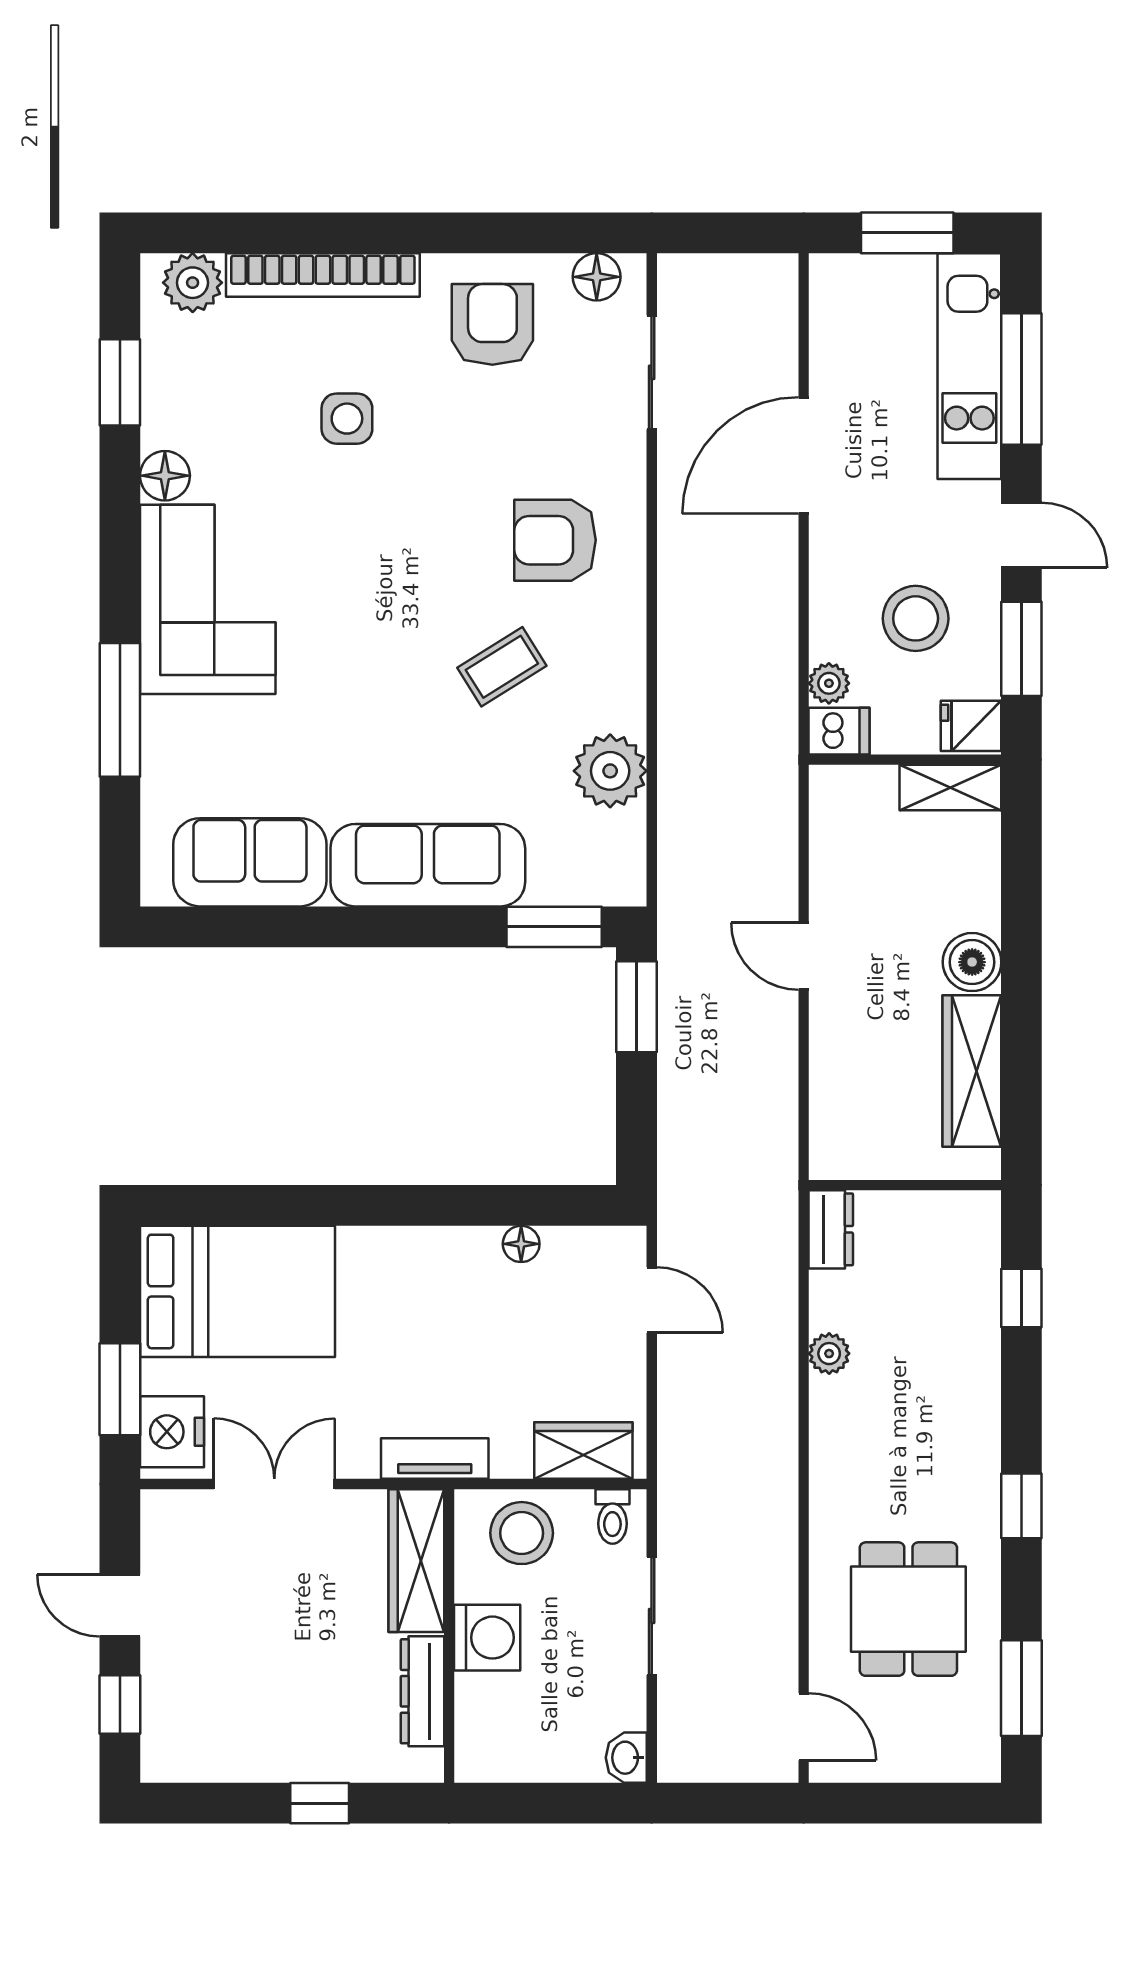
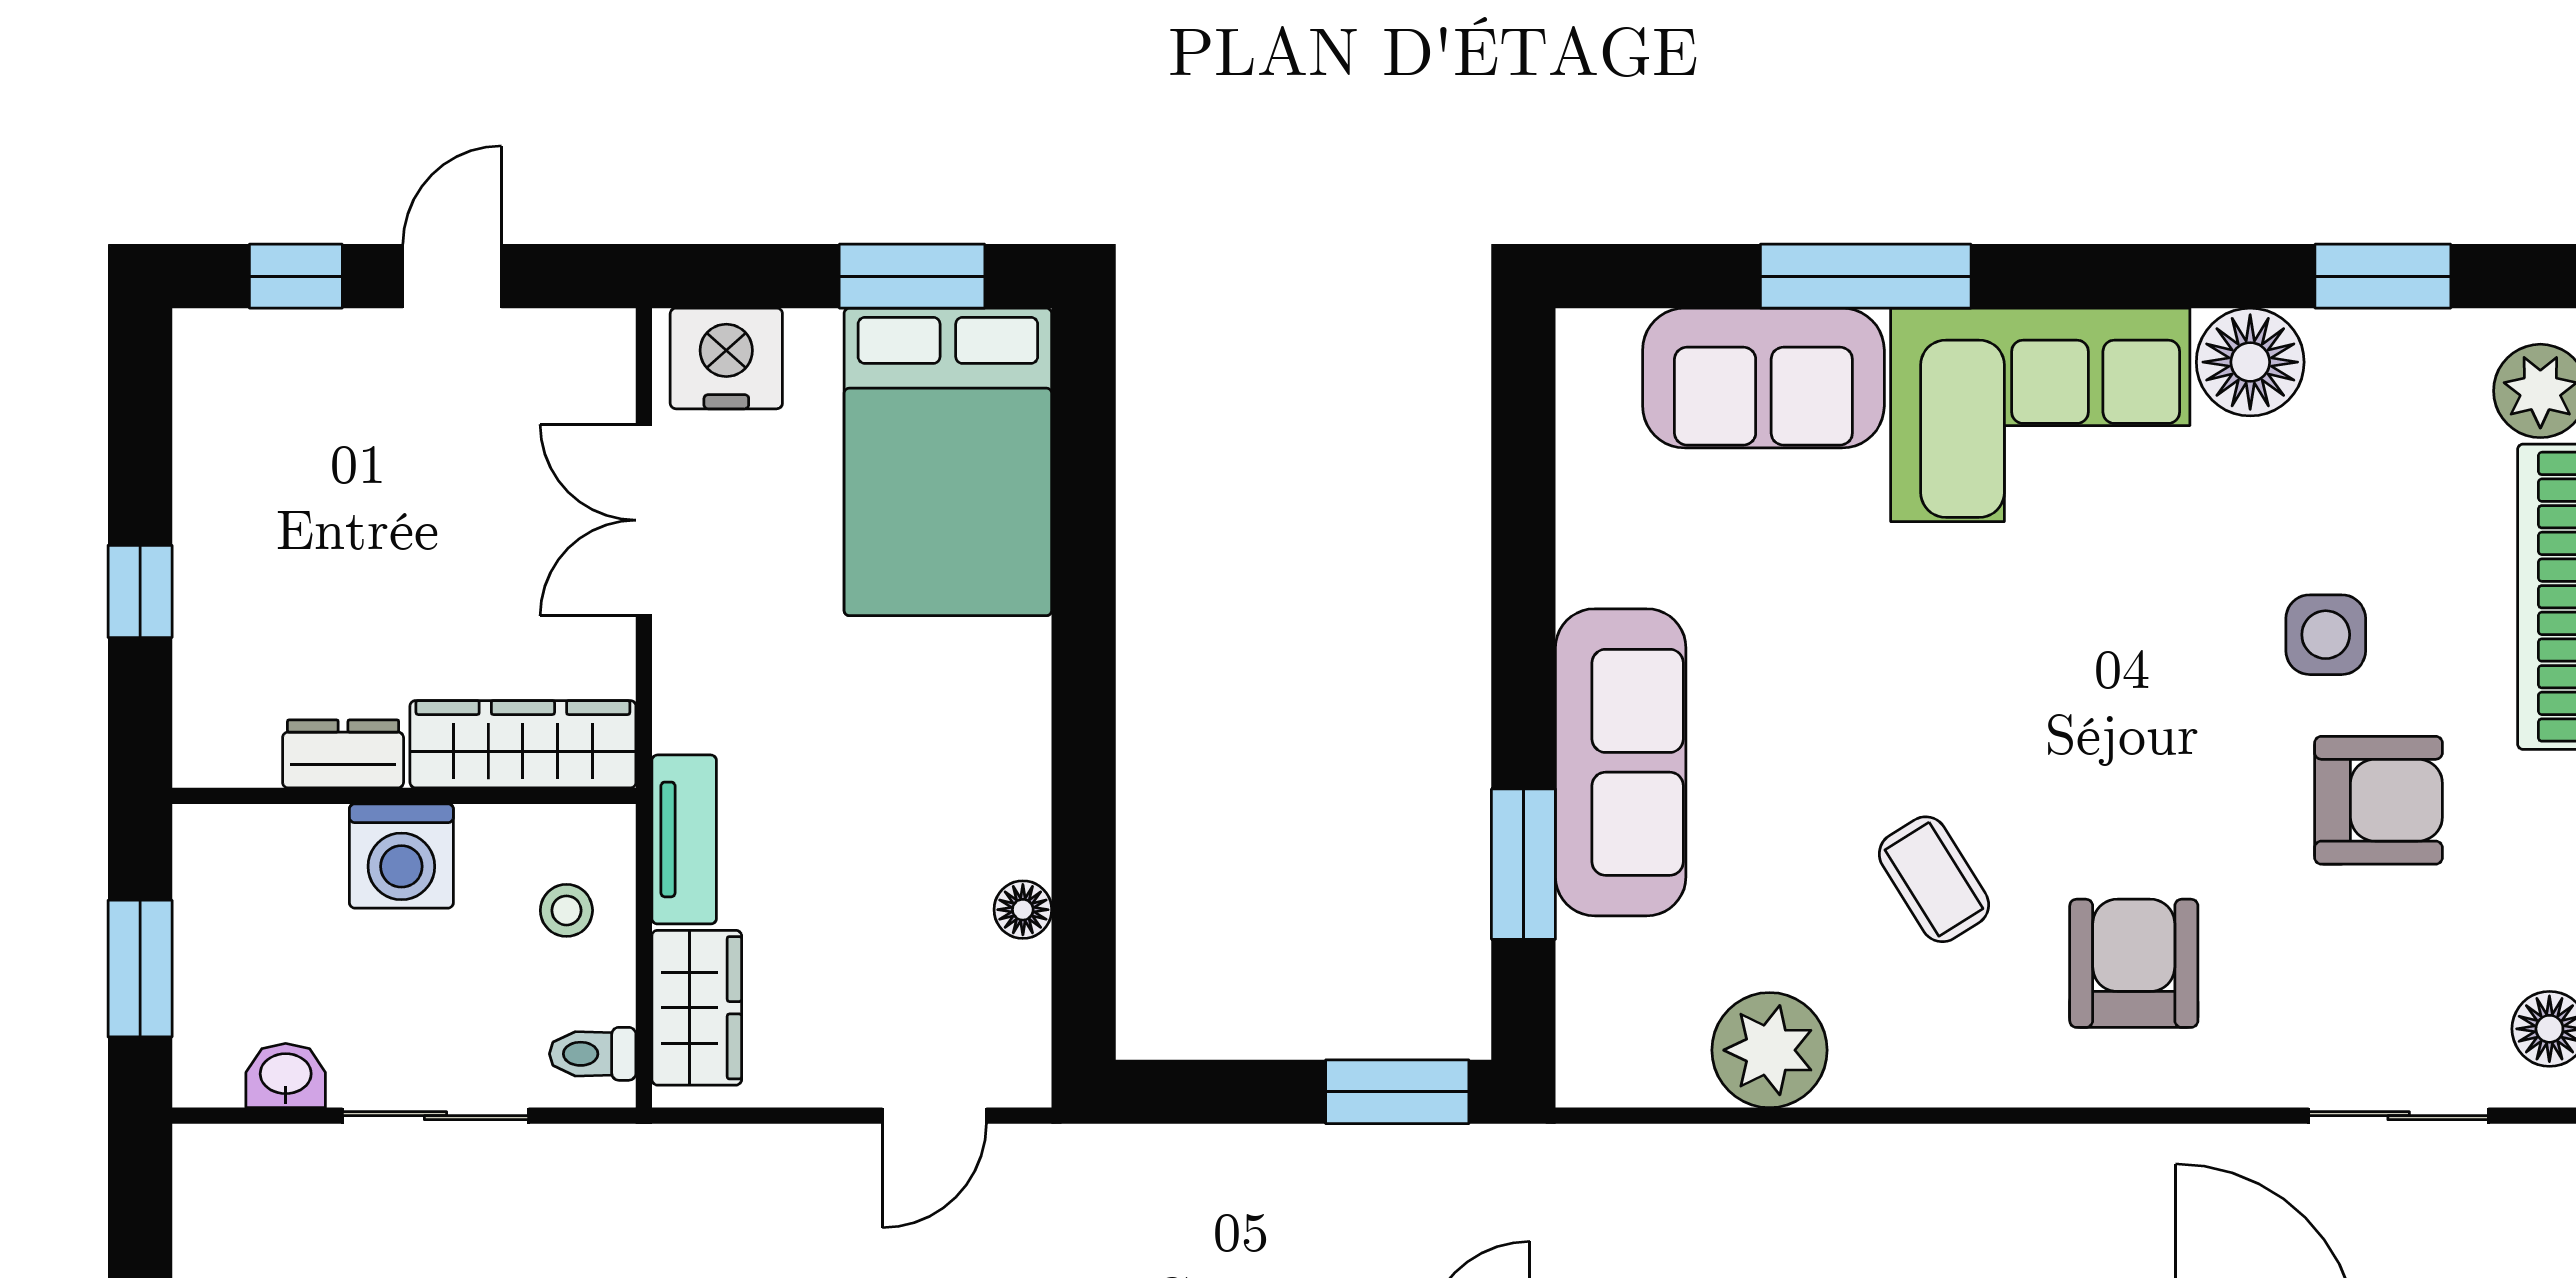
armchair: (492, 324) -> (2379, 800), moved
floor lamp: (165, 476) -> (2250, 362), width x1.38, depth x1.38
sofa: (250, 862) -> (1763, 378), moved, turned 90
window: (554, 927) -> (1523, 864), moved
window: (120, 1389) -> (912, 276), moved
tv unit: (435, 1458) -> (684, 839), moved
double door: (274, 1484) -> (644, 520), swing flipped
stool: (522, 1533) -> (566, 910), width x0.53, depth x0.53
dresser: (422, 1691) -> (343, 754), width x0.70
washbasin: (626, 1758) -> (286, 1076), moved
window: (558, 1803) -> (140, 969), added

